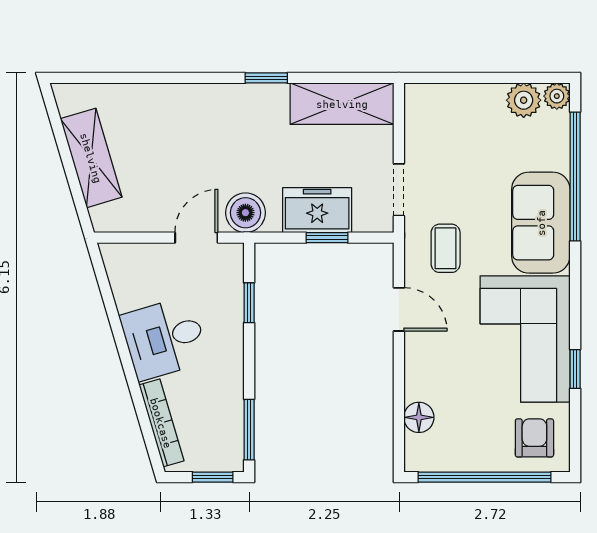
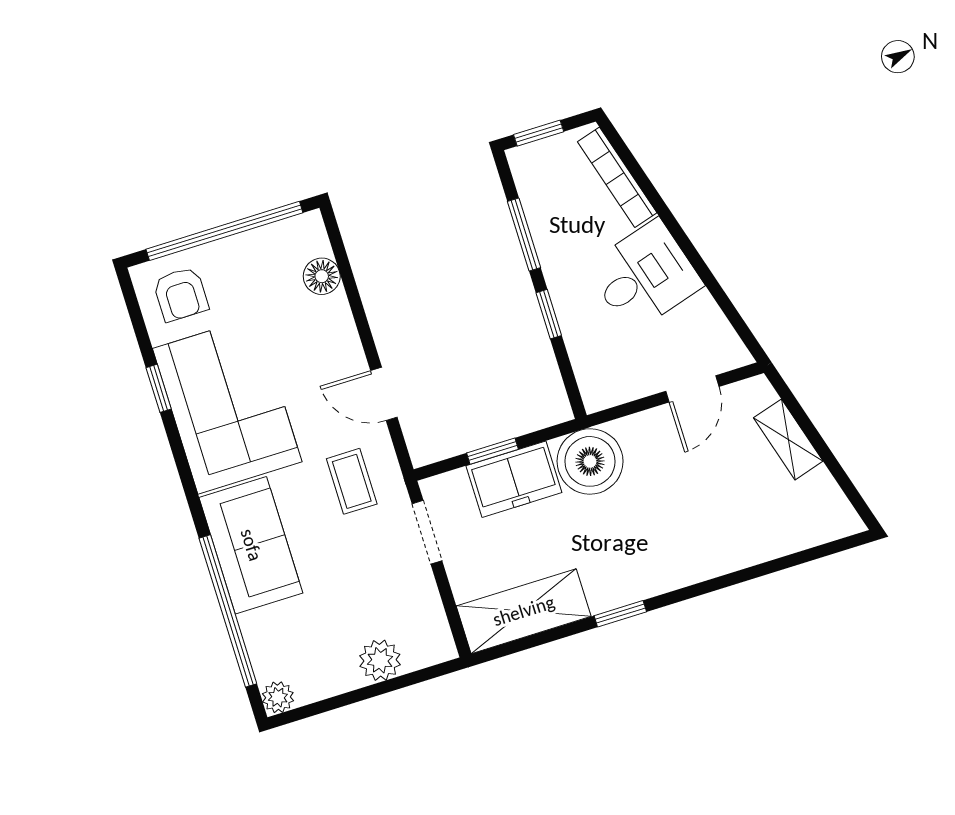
plant: (524, 100) -> (380, 660), moved
shelving: (91, 158) -> (788, 439), width x0.67, depth x0.75
boiler: (245, 213) -> (590, 461), width x1.37, depth x1.37
door: (196, 238) -> (692, 389), moved
window: (249, 303) -> (549, 314), moved
window: (249, 430) -> (524, 235), moved

